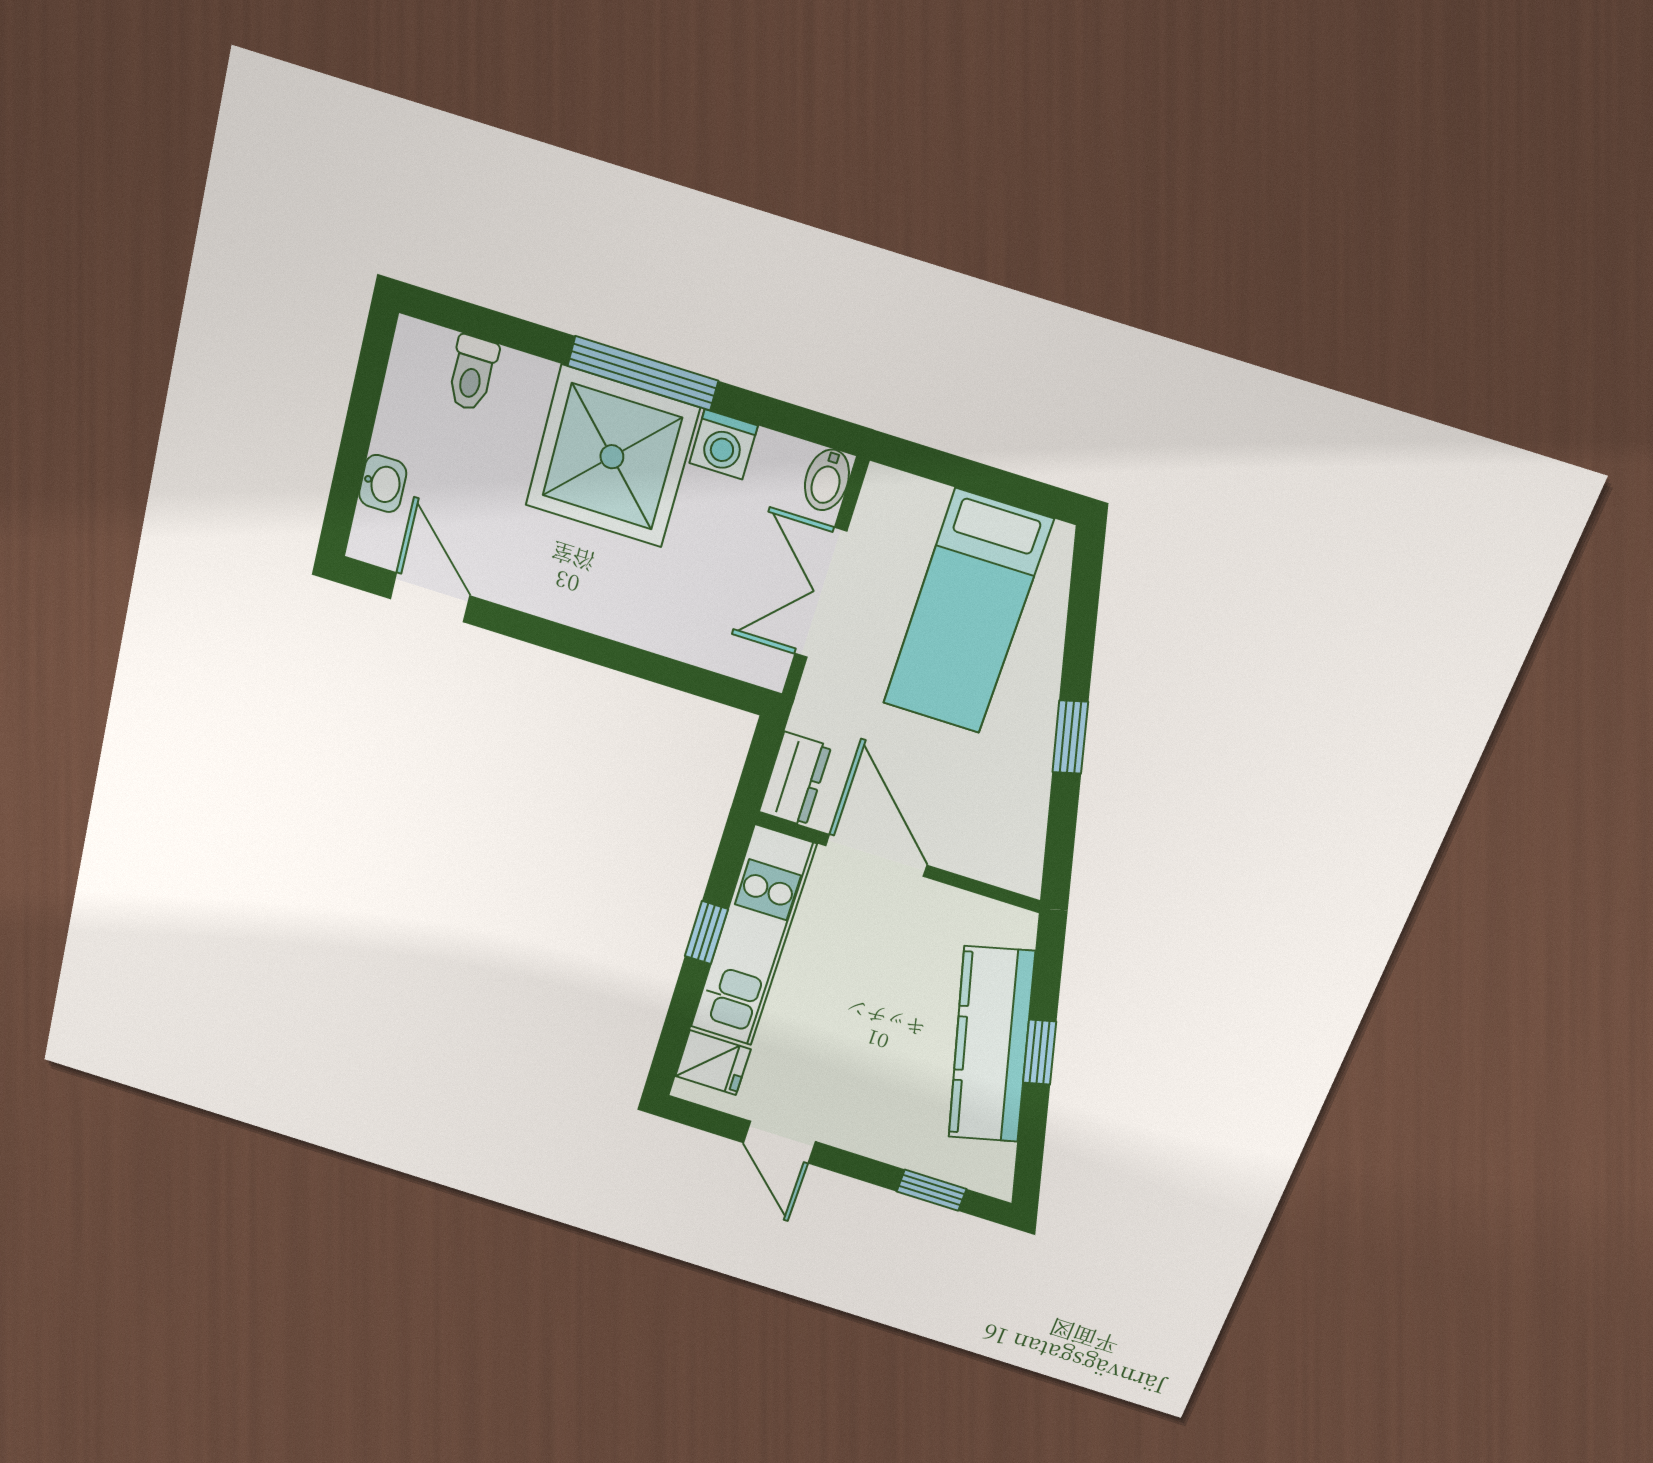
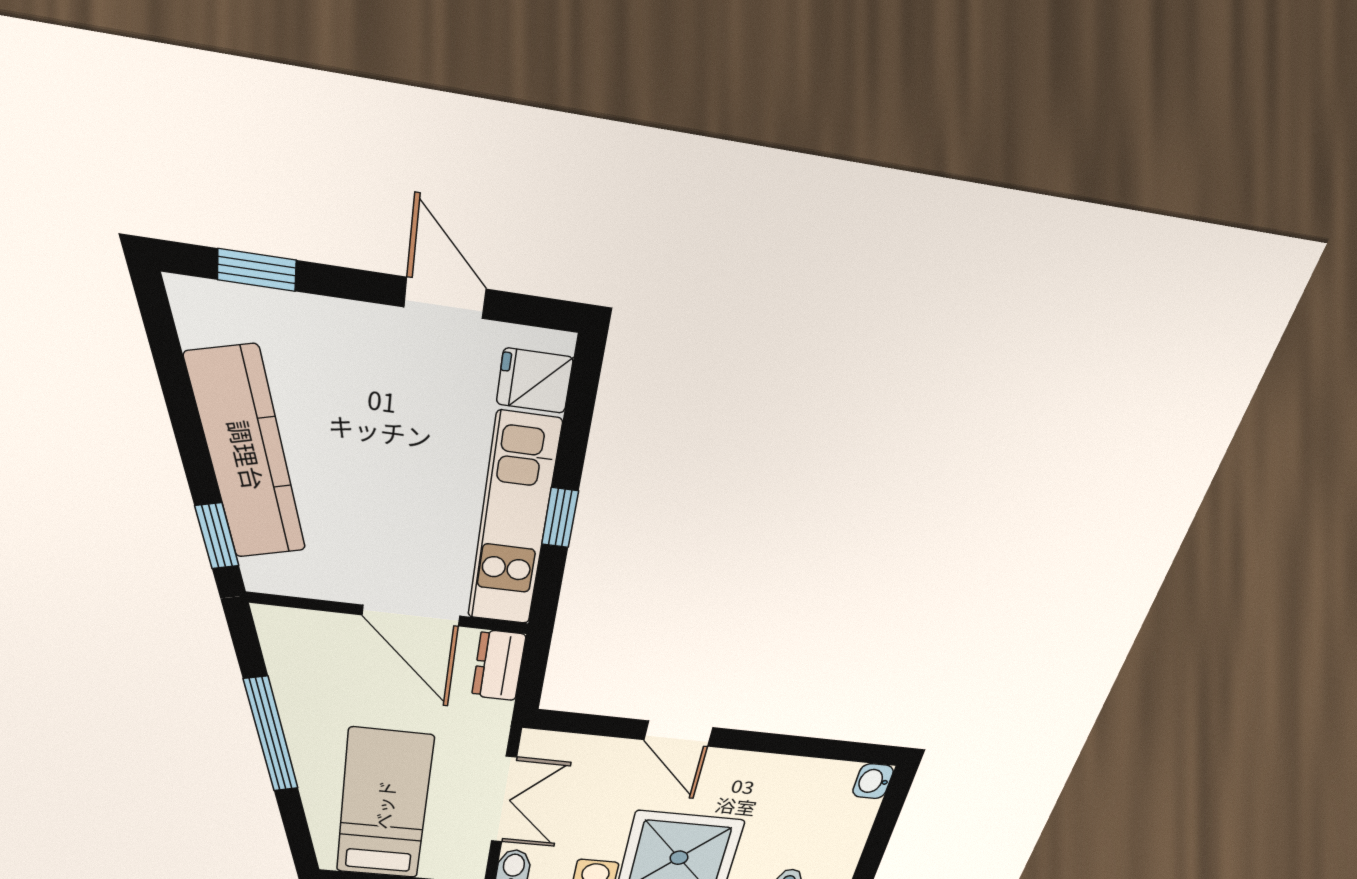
washbasin: (383, 484) -> (873, 781), moved
door: (430, 597) -> (678, 734), moved
window: (1070, 737) -> (271, 735), width x2.17
window: (1040, 1052) -> (217, 536), moved

